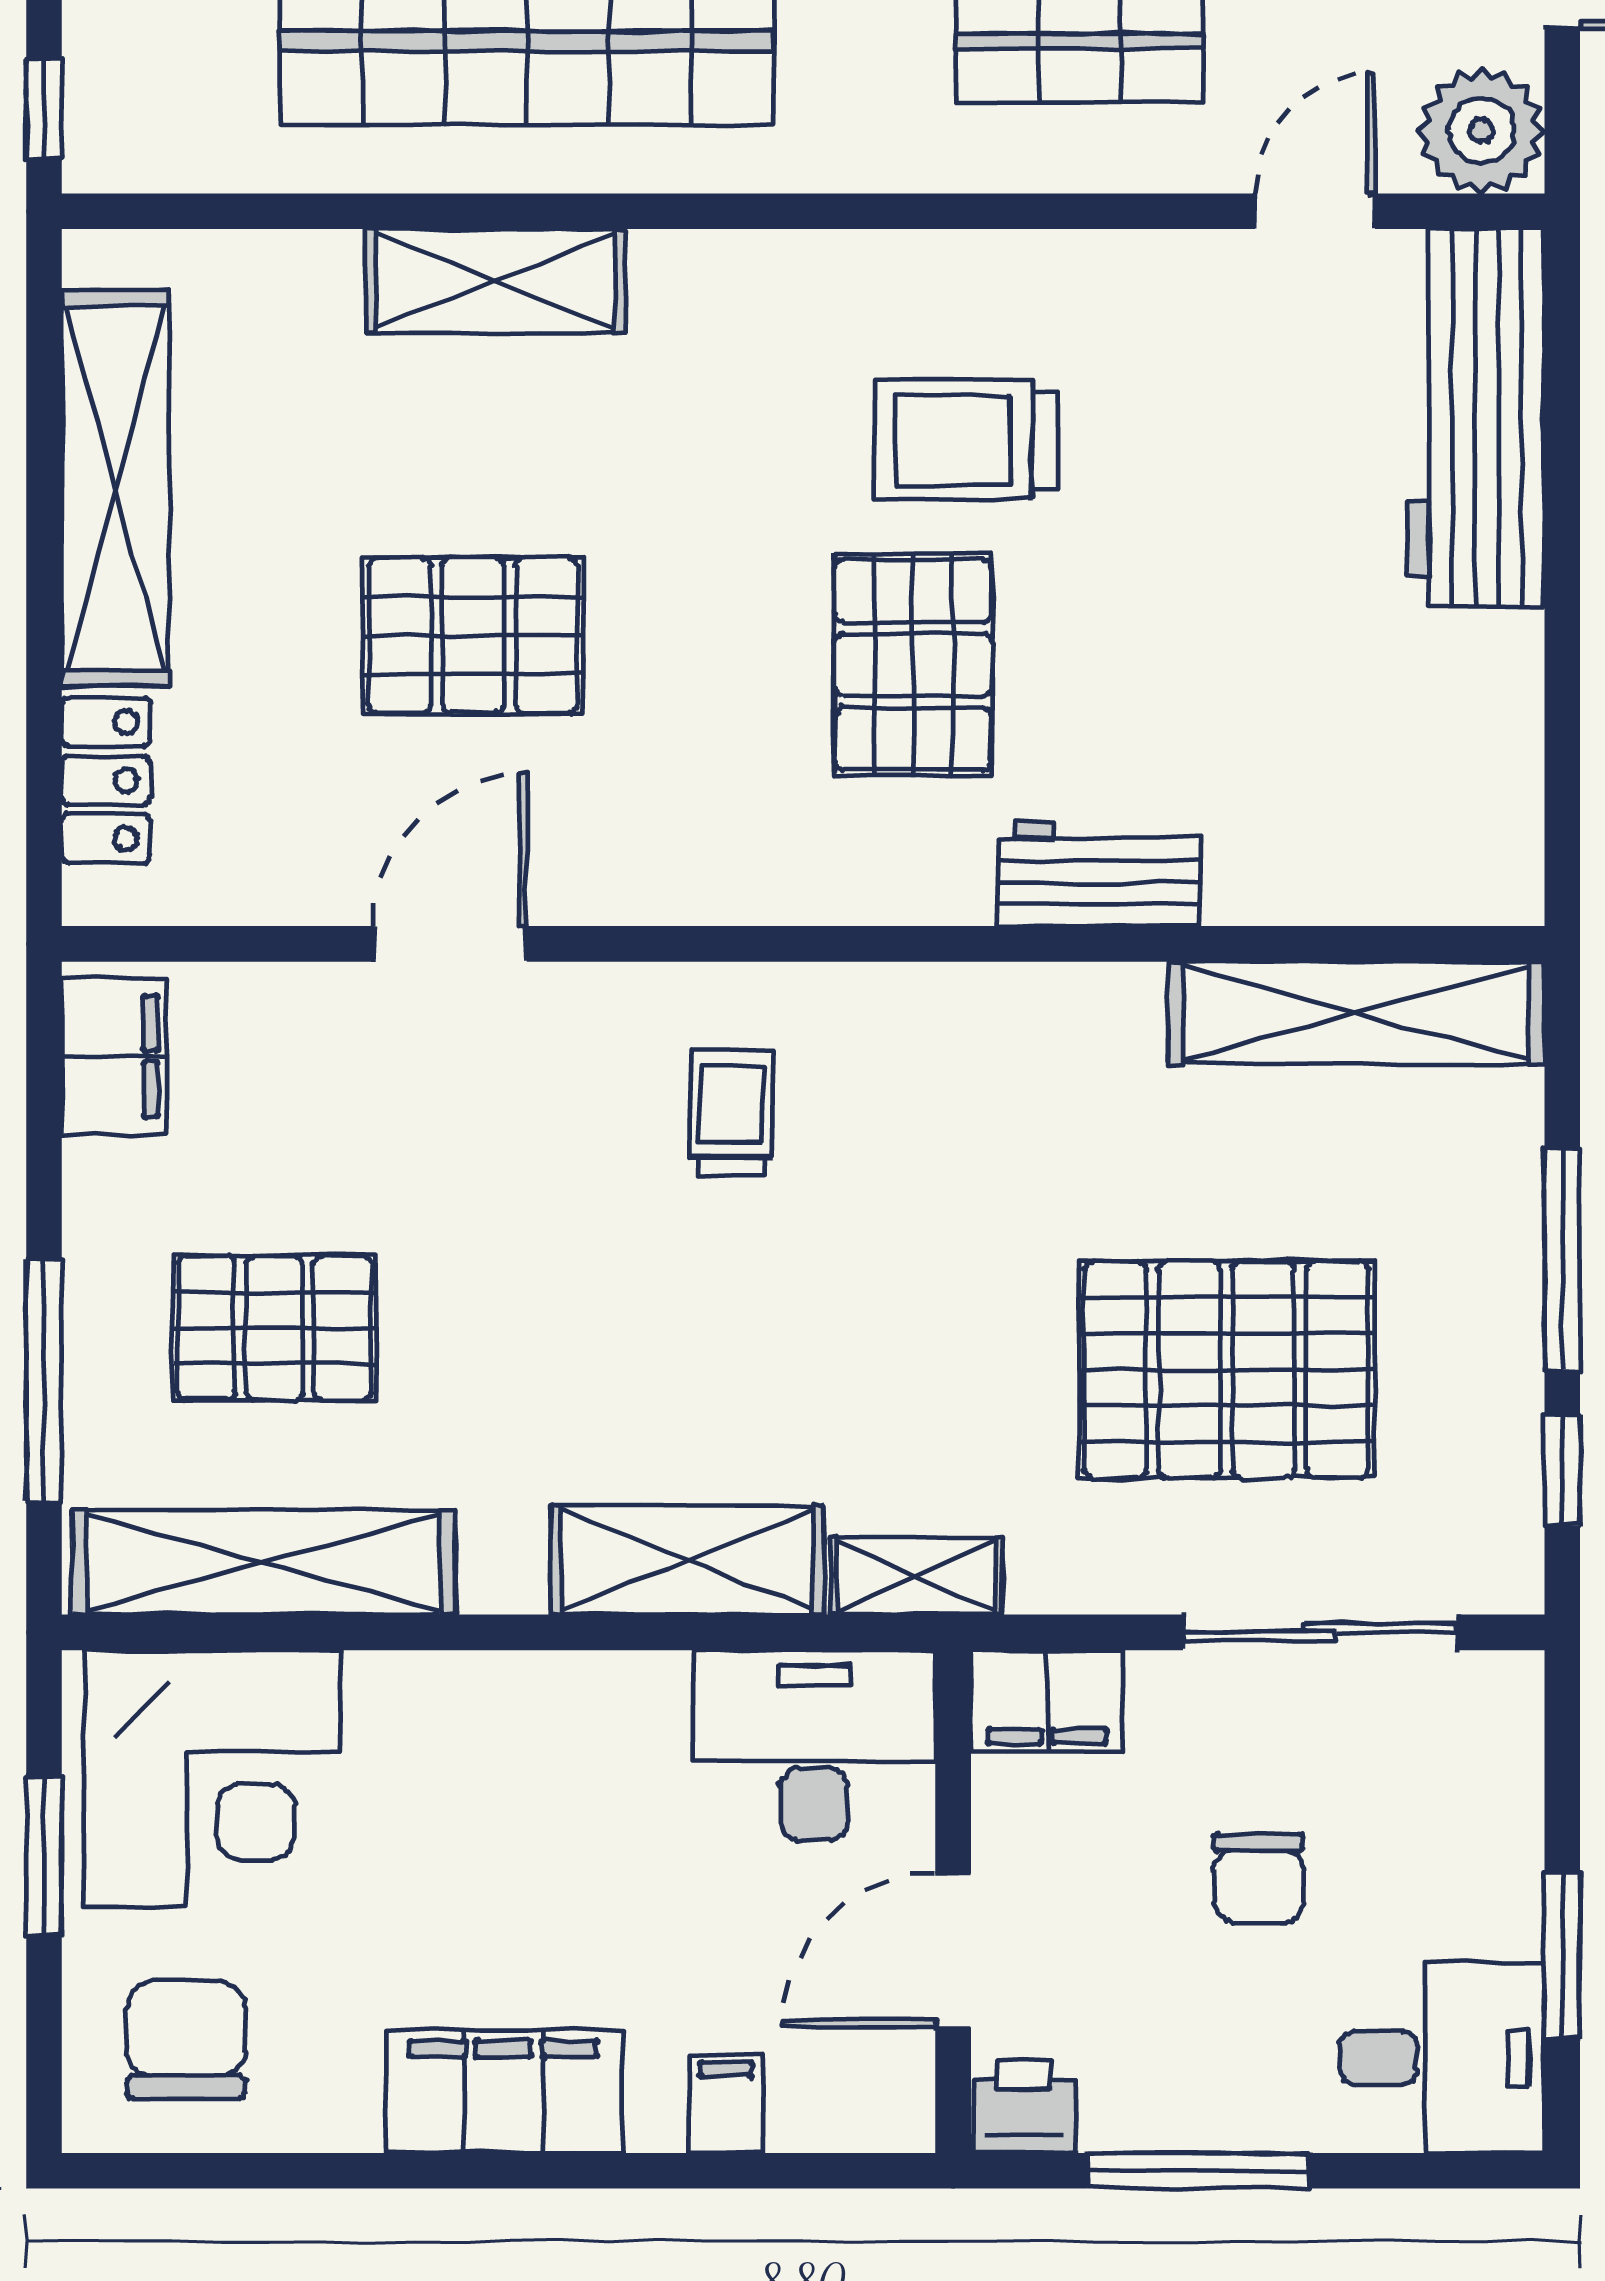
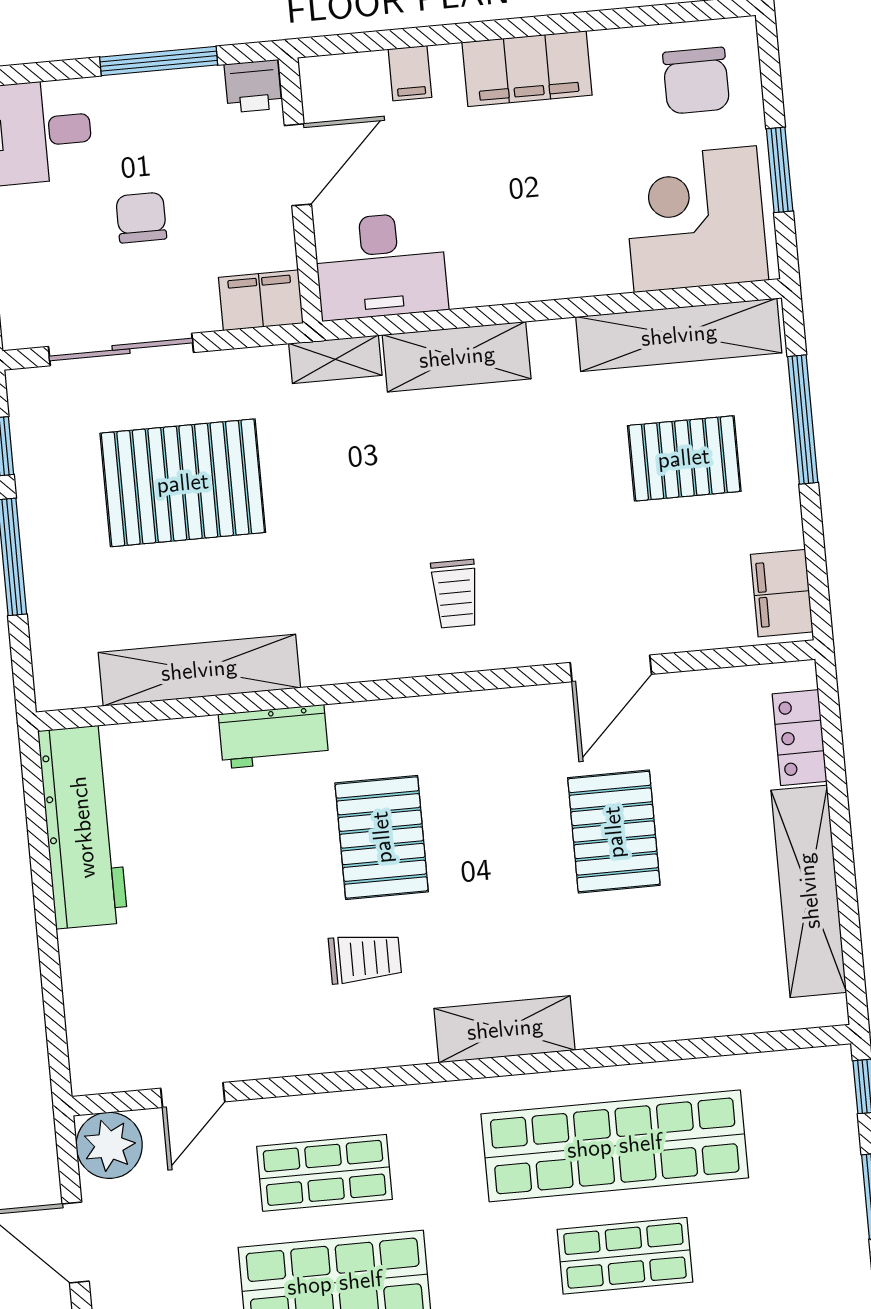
shelving: (495, 281) -> (505, 1029), moved
workbench: (1476, 418) -> (83, 827), moved
trolley: (966, 440) -> (365, 958), width x0.73, depth x0.72
pallet: (473, 635) -> (614, 832), turned 90
shelving: (1356, 1013) -> (199, 670), moved

